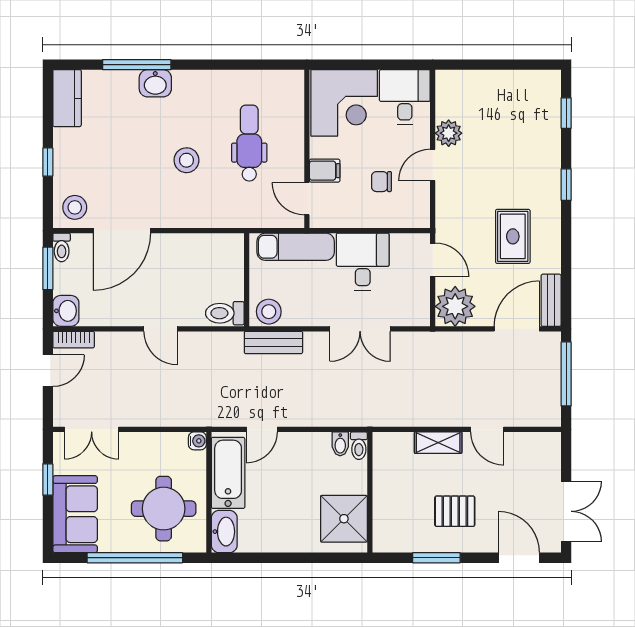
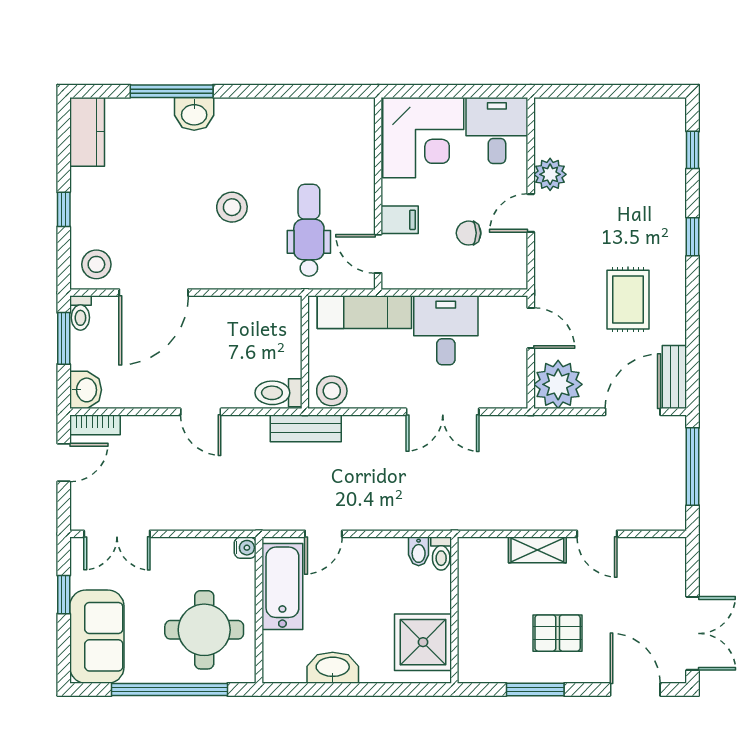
dental chair: (249, 143) -> (309, 230), moved
bench: (273, 342) -> (306, 428), moved
washbasin: (224, 532) -> (333, 668), moved, turned -90

